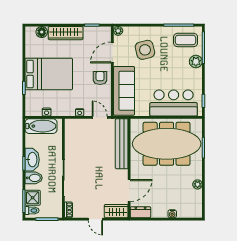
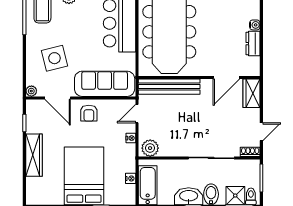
floor lamp: (42, 32) -> (33, 184), removed
armchair: (100, 78) -> (89, 113), turned -90
plant: (71, 128) -> (150, 148), added
door: (129, 190) -> (226, 77), swing flipped
dresser: (140, 212) -> (253, 44), moved
door: (95, 219) -> (261, 132), moved

